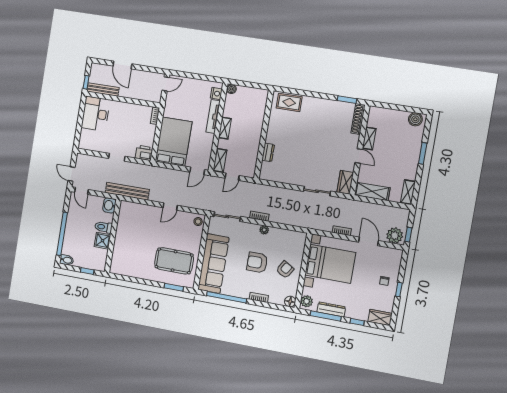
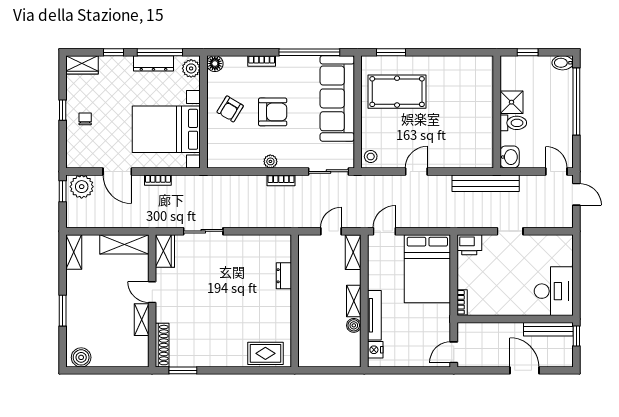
boiler: (231, 89) -> (354, 325), moved

